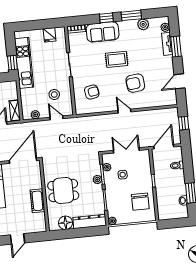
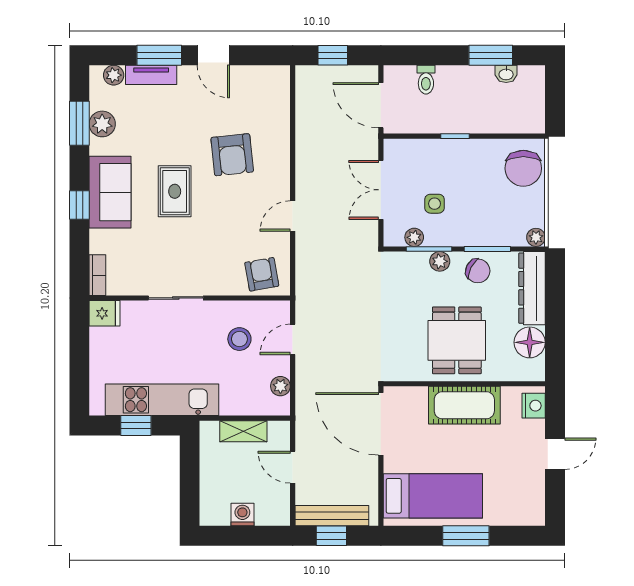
window: (131, 15) -> (79, 123), moved
sofa: (103, 32) -> (110, 192), moved
fridge: (50, 35) -> (105, 313), moved
window: (12, 63) -> (136, 425), moved
door: (179, 81) -> (213, 55), moved
armchair: (92, 92) -> (262, 274), moved
shelving: (15, 111) -> (243, 431), moved
door: (124, 111) -> (293, 216), moved
chair: (95, 197) -> (478, 271), added
cot: (37, 201) -> (464, 405), width x1.37, depth x1.34
chair: (140, 202) -> (523, 168), moved, turned 90
nightstand: (38, 227) -> (534, 406), added
door: (18, 239) -> (555, 454), hinge flipped

